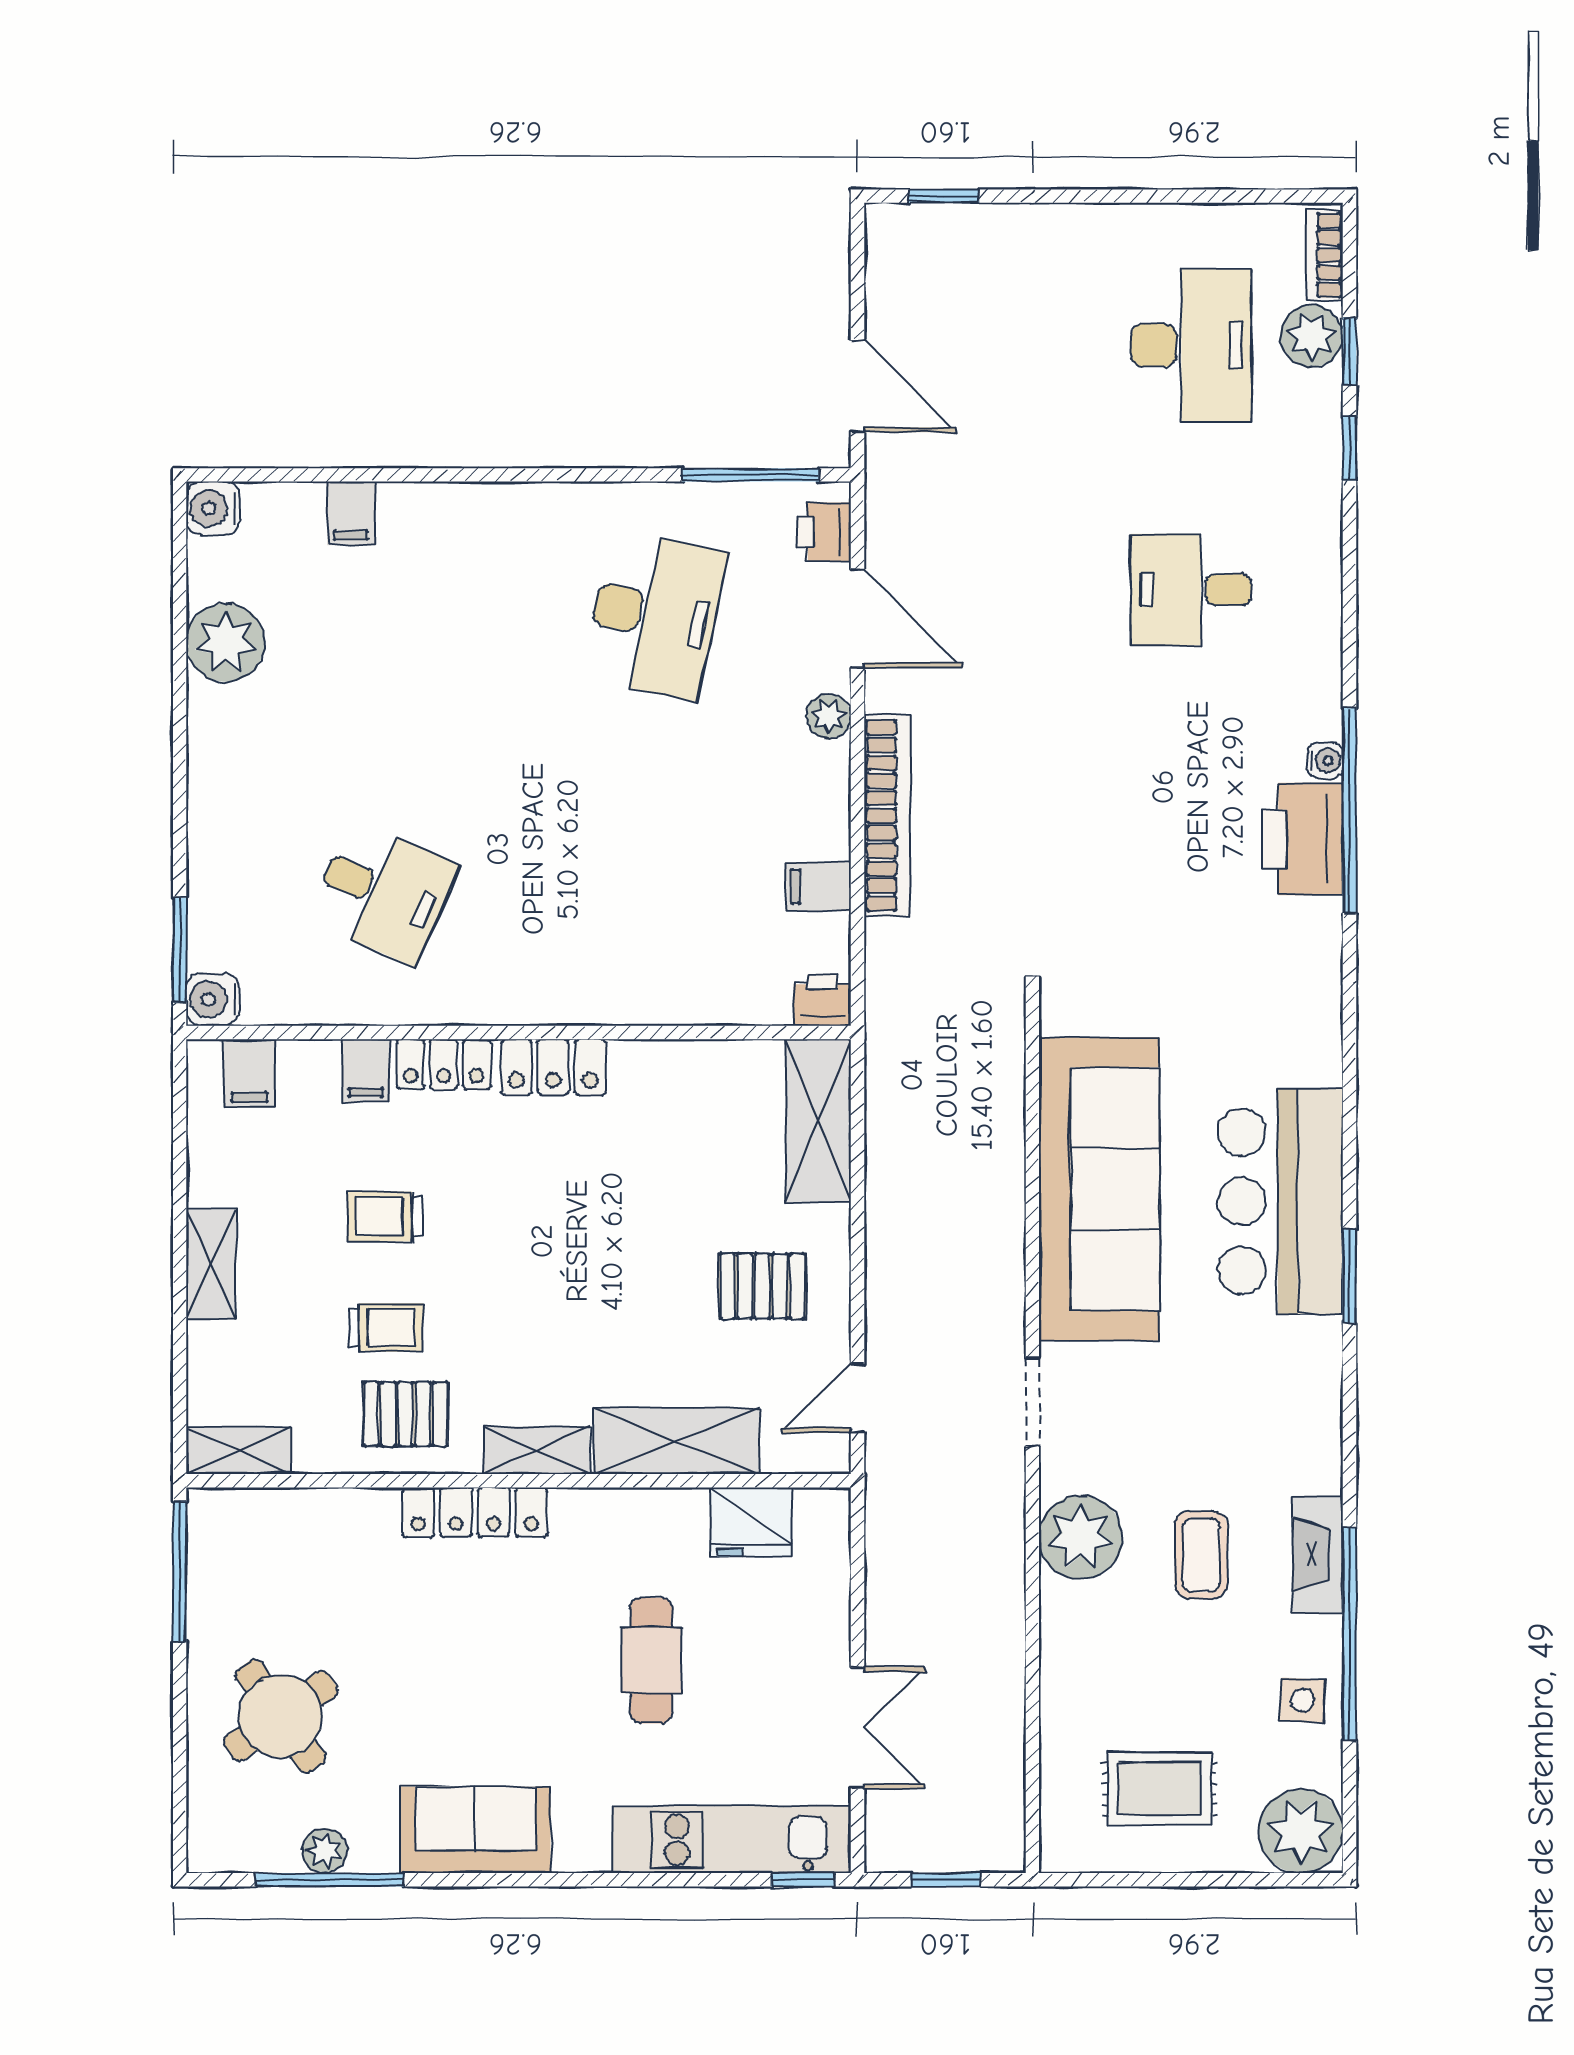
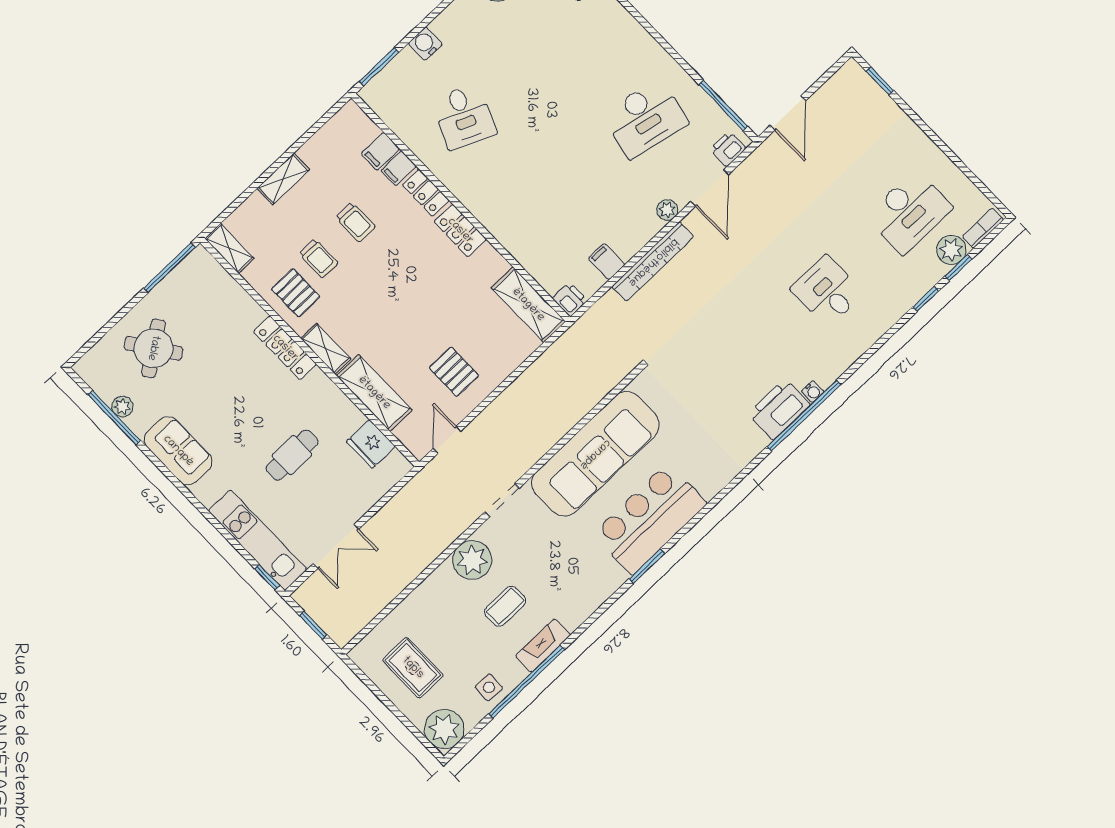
water cooler: (213, 999) -> (425, 44), moved
filing cabinet: (249, 1073) -> (380, 151), moved
shelving: (818, 1121) -> (528, 305), moved, turned 90
trolley: (385, 1217) -> (355, 222), turned 180
door: (857, 1398) -> (447, 440), hinge flipped

